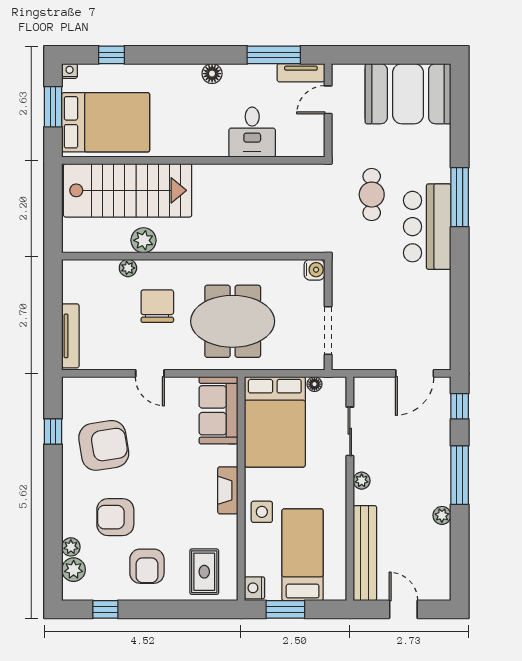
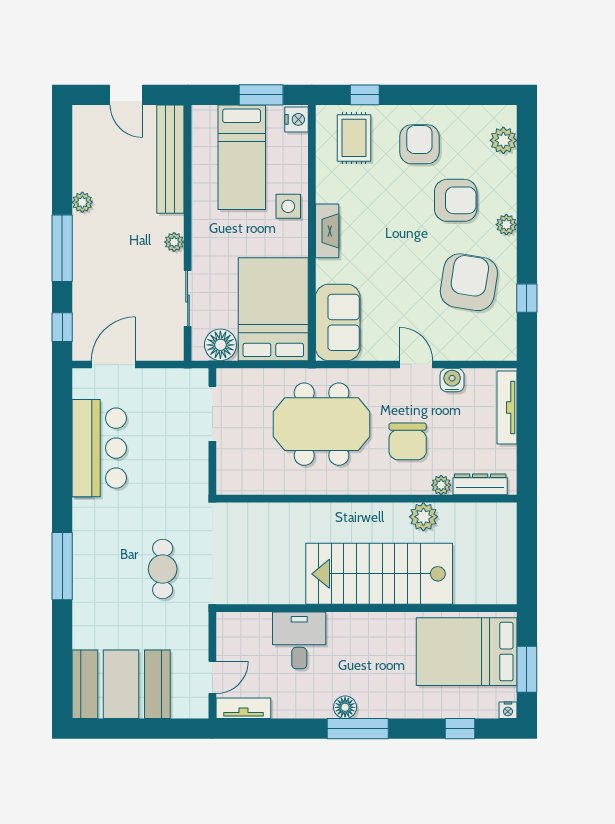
window: (274, 55) -> (358, 729), moved
stairs: (128, 190) -> (379, 574), moved
bar counter: (427, 227) -> (99, 448), moved
dresser: (94, 269) -> (480, 484), added
water cooler: (314, 270) -> (452, 380), moved, turned 90
floor lamp: (314, 384) -> (220, 345), width x1.89, depth x1.89
armchair: (104, 445) -> (469, 282), turned 108
plant: (71, 547) -> (506, 225), moved
window: (105, 609) -> (365, 95), moved

